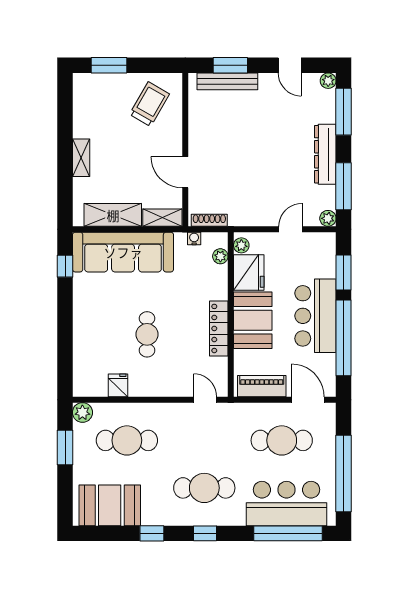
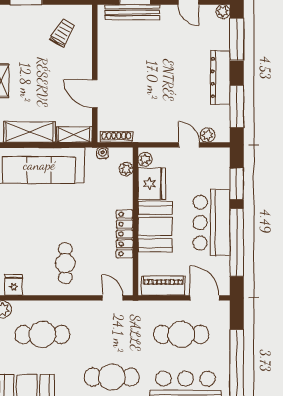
trolley: (149, 104) -> (63, 33), width x0.73, depth x0.72
plant: (328, 218) -> (208, 135), moved
door: (290, 229) -> (189, 145), hinge flipped
cafe table: (147, 334) -> (65, 263), moved
fridge: (118, 385) -> (14, 285), moved

